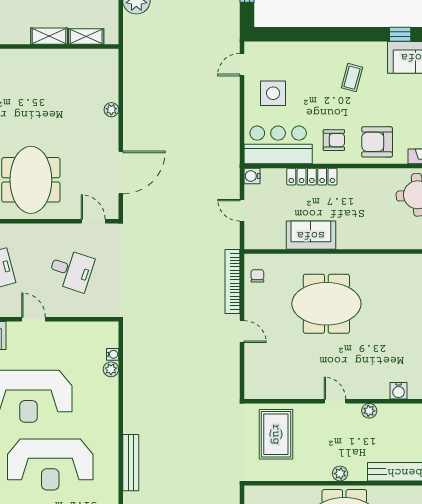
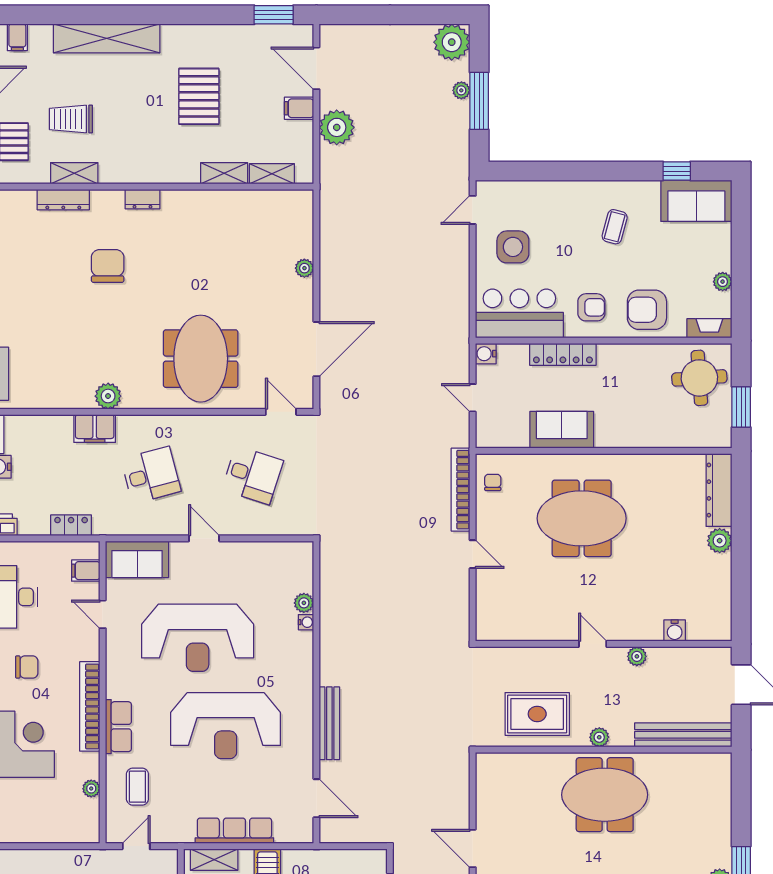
water cooler: (113, 354) -> (306, 622), moved
rug: (276, 434) -> (537, 714), moved, turned 90

